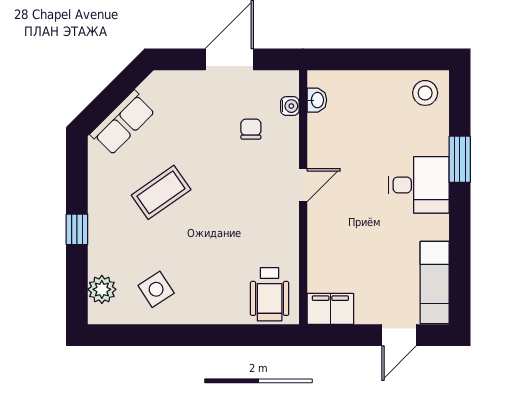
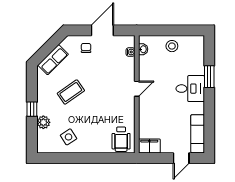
stool: (425, 93) -> (172, 46), moved
chair: (251, 129) -> (86, 48), moved
plant: (102, 289) -> (43, 122), moved

